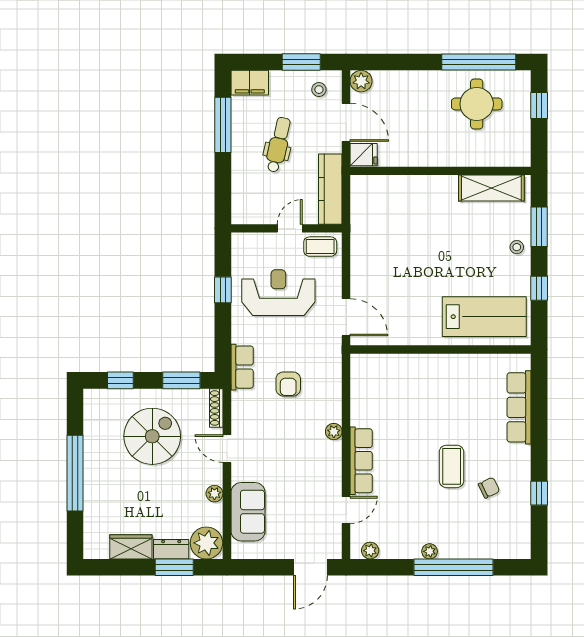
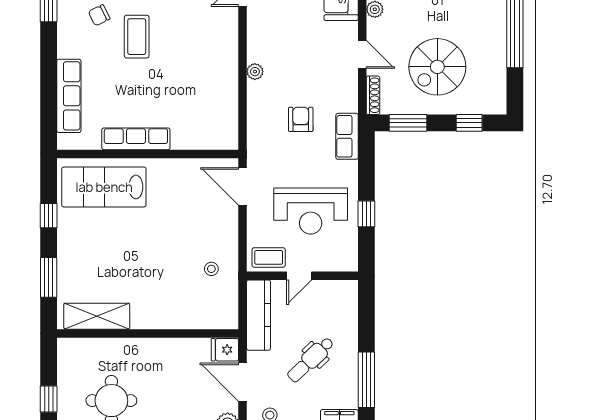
dental chair: (278, 145) -> (311, 360), turned 33
stool: (517, 247) -> (211, 269), moved
row of seats: (361, 461) -> (136, 139), moved, turned 90

